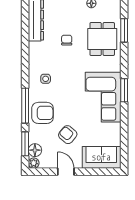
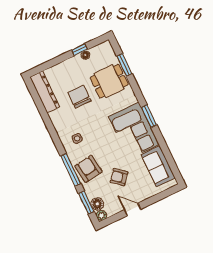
dining table: (102, 39) -> (109, 81), turned 90
chair: (67, 40) -> (79, 97), width x1.87, depth x1.87
armchair: (43, 113) -> (88, 169), turned -98
sofa: (101, 157) -> (158, 166), moved, turned -90

